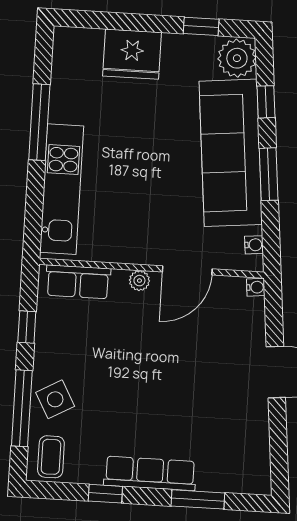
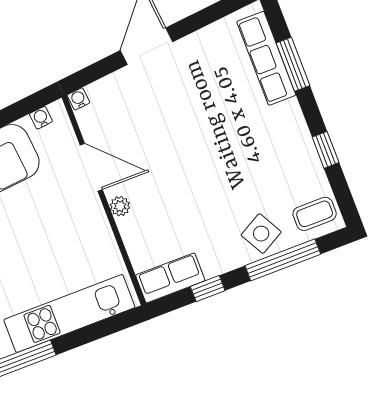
row of seats: (78, 282) -> (170, 278), moved, turned -90
row of seats: (150, 473) -> (266, 58), moved

